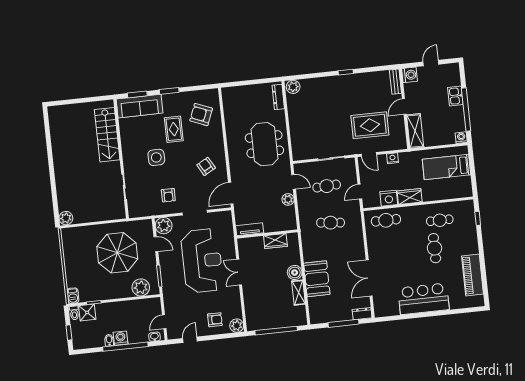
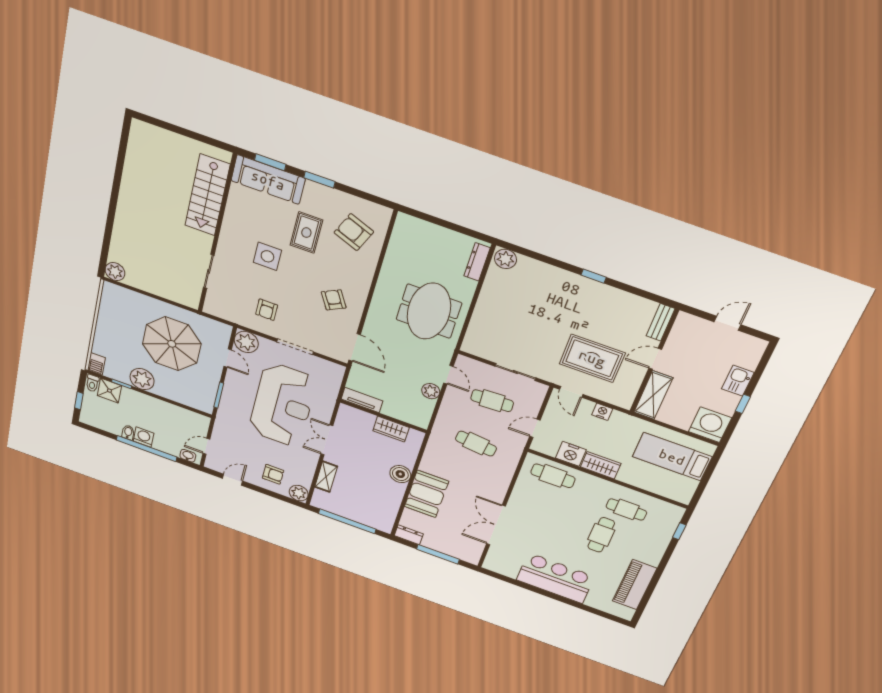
washing machine: (410, 75) -> (686, 323), removed
window: (466, 110) -> (743, 404), width x0.32
washing machine: (461, 138) -> (710, 425), width x1.89, depth x1.89
door: (231, 193) -> (355, 347), swing flipped
plant: (141, 287) -> (142, 379), moved
shelving: (298, 293) -> (326, 477), moved
dresser: (362, 314) -> (409, 535), moved

